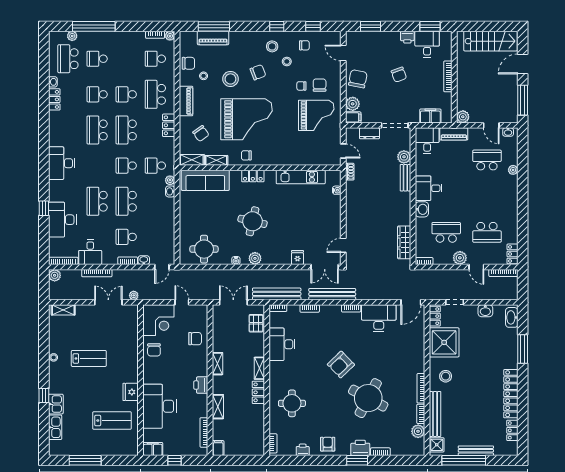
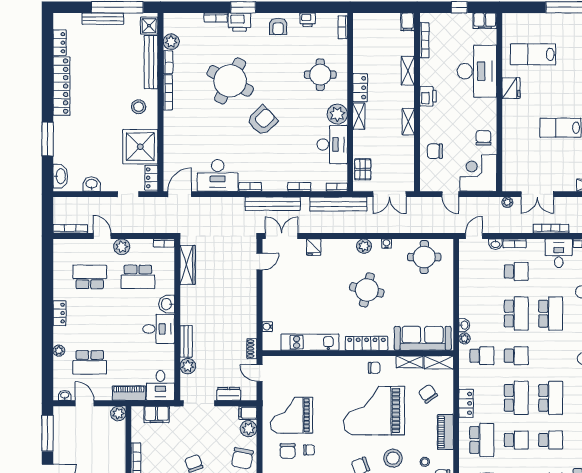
locker: (253, 176) -> (367, 343), width x1.53
locker: (513, 254) -> (59, 313), moved
plant: (278, 370) -> (337, 114), added

